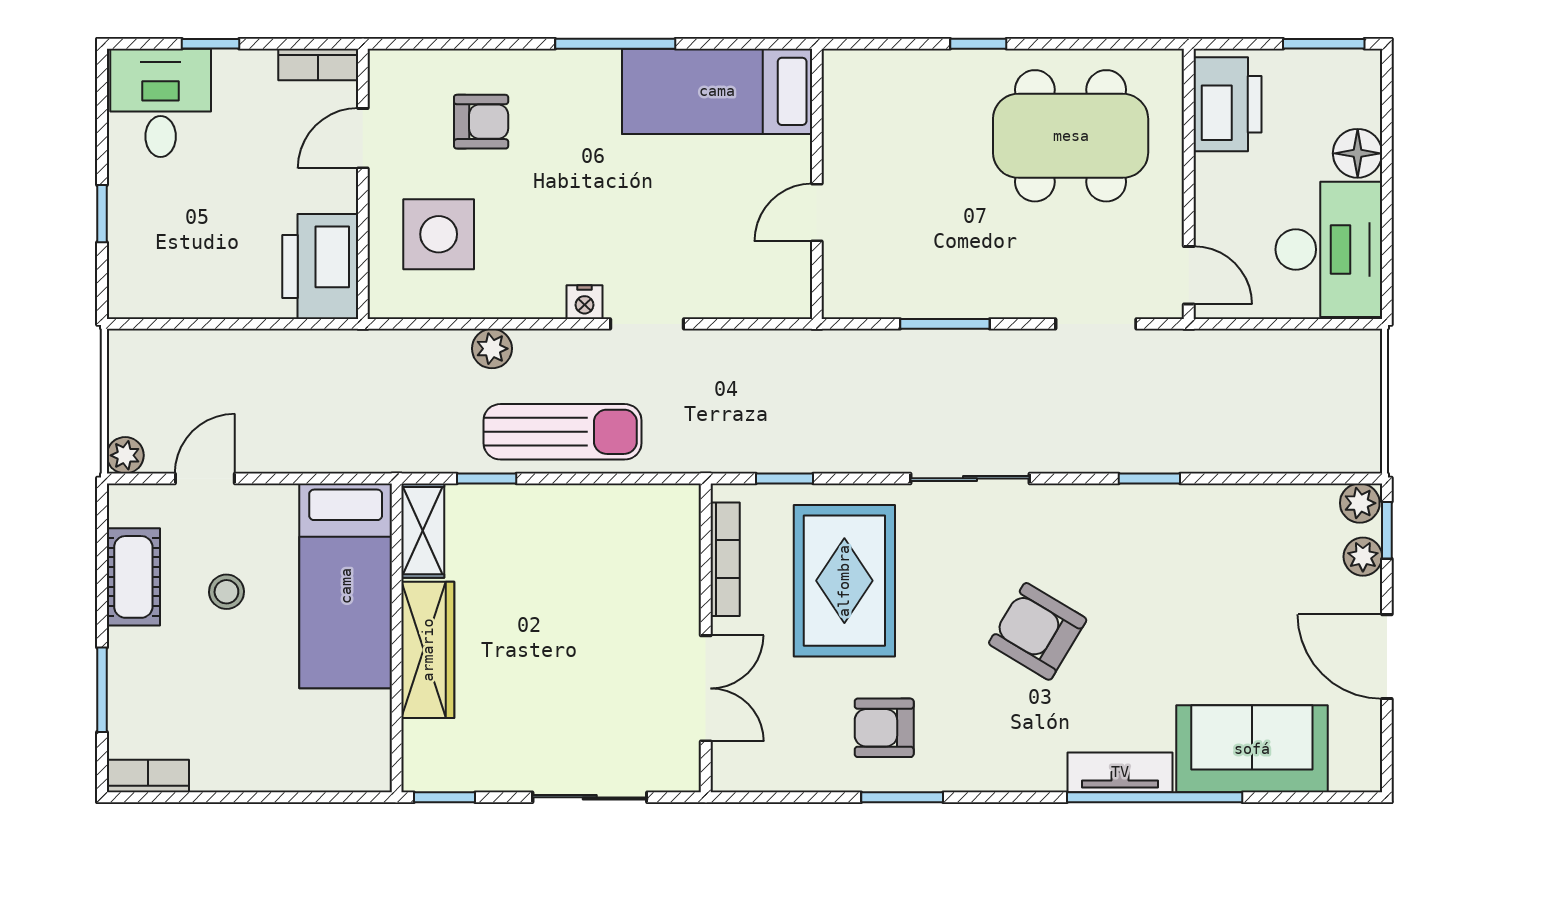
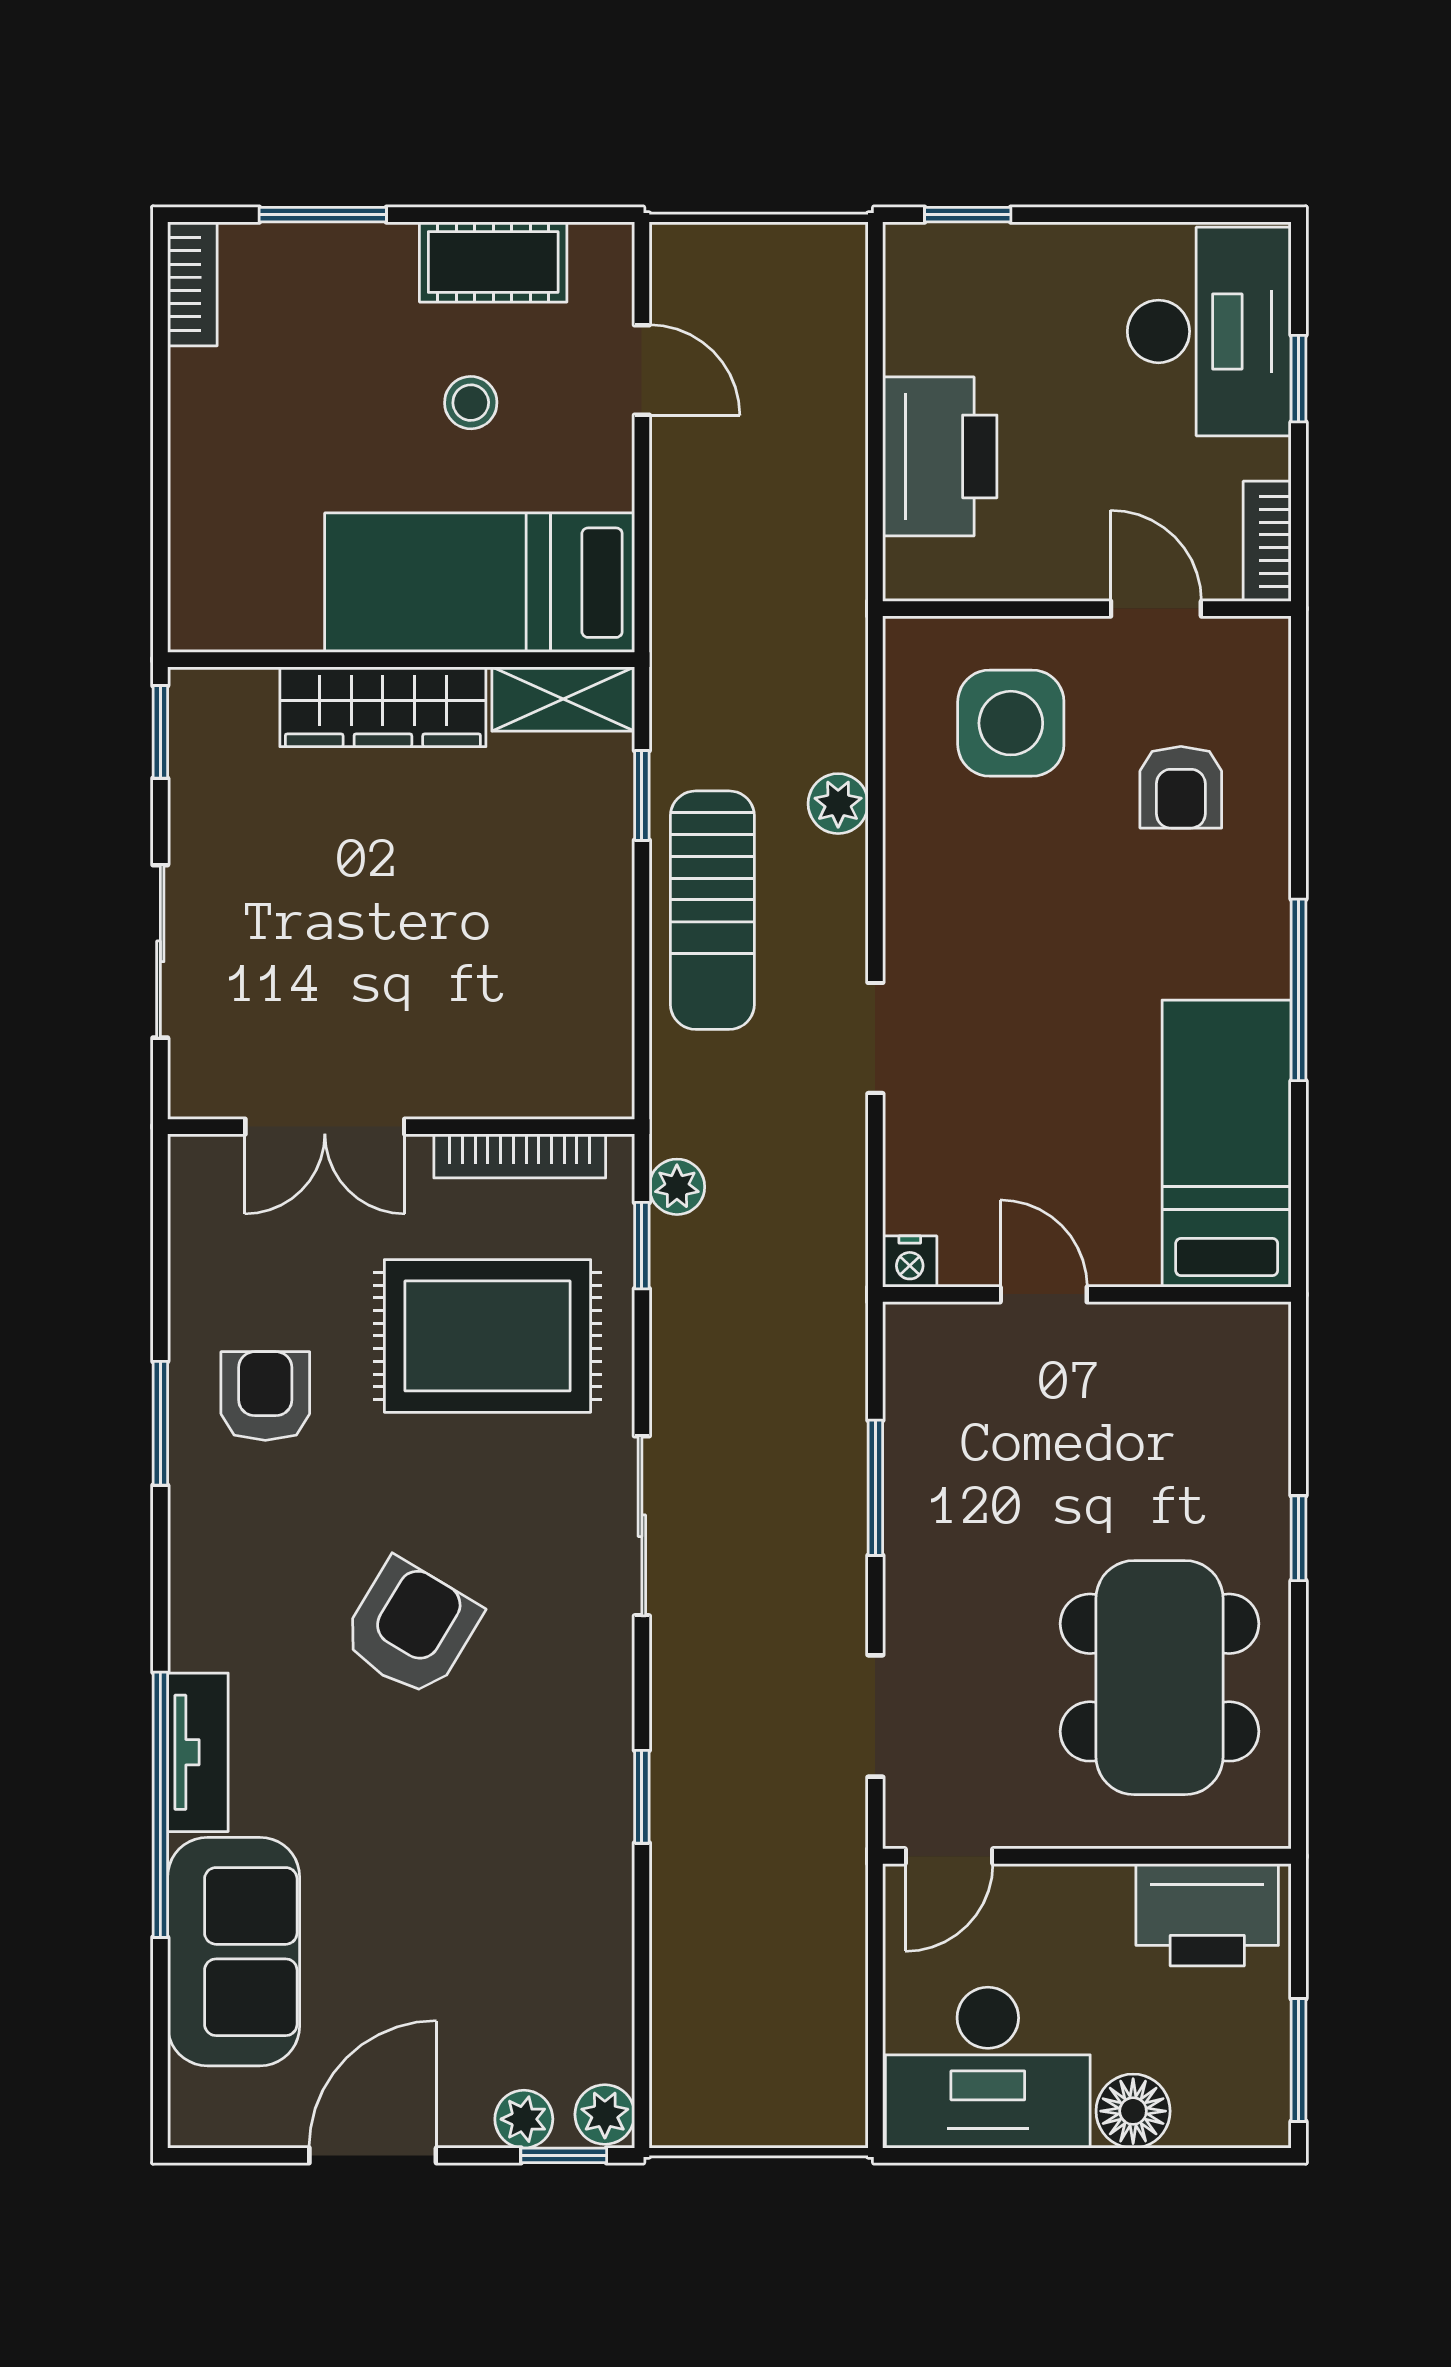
desk: (161, 103) -> (1209, 331), width x1.37
window: (102, 214) -> (968, 215), moved
printer: (320, 266) -> (940, 456), moved, turned 90
nightstand: (585, 302) -> (910, 1262), moved, turned -90
plant: (125, 455) -> (677, 1187), moved

